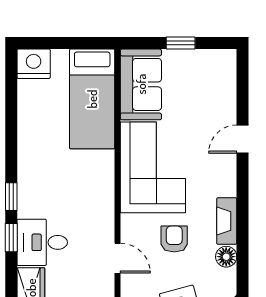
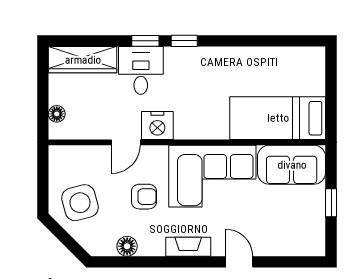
nightstand: (34, 64) -> (157, 126), moved, turned 90
fireplace: (227, 221) -> (188, 247), moved

